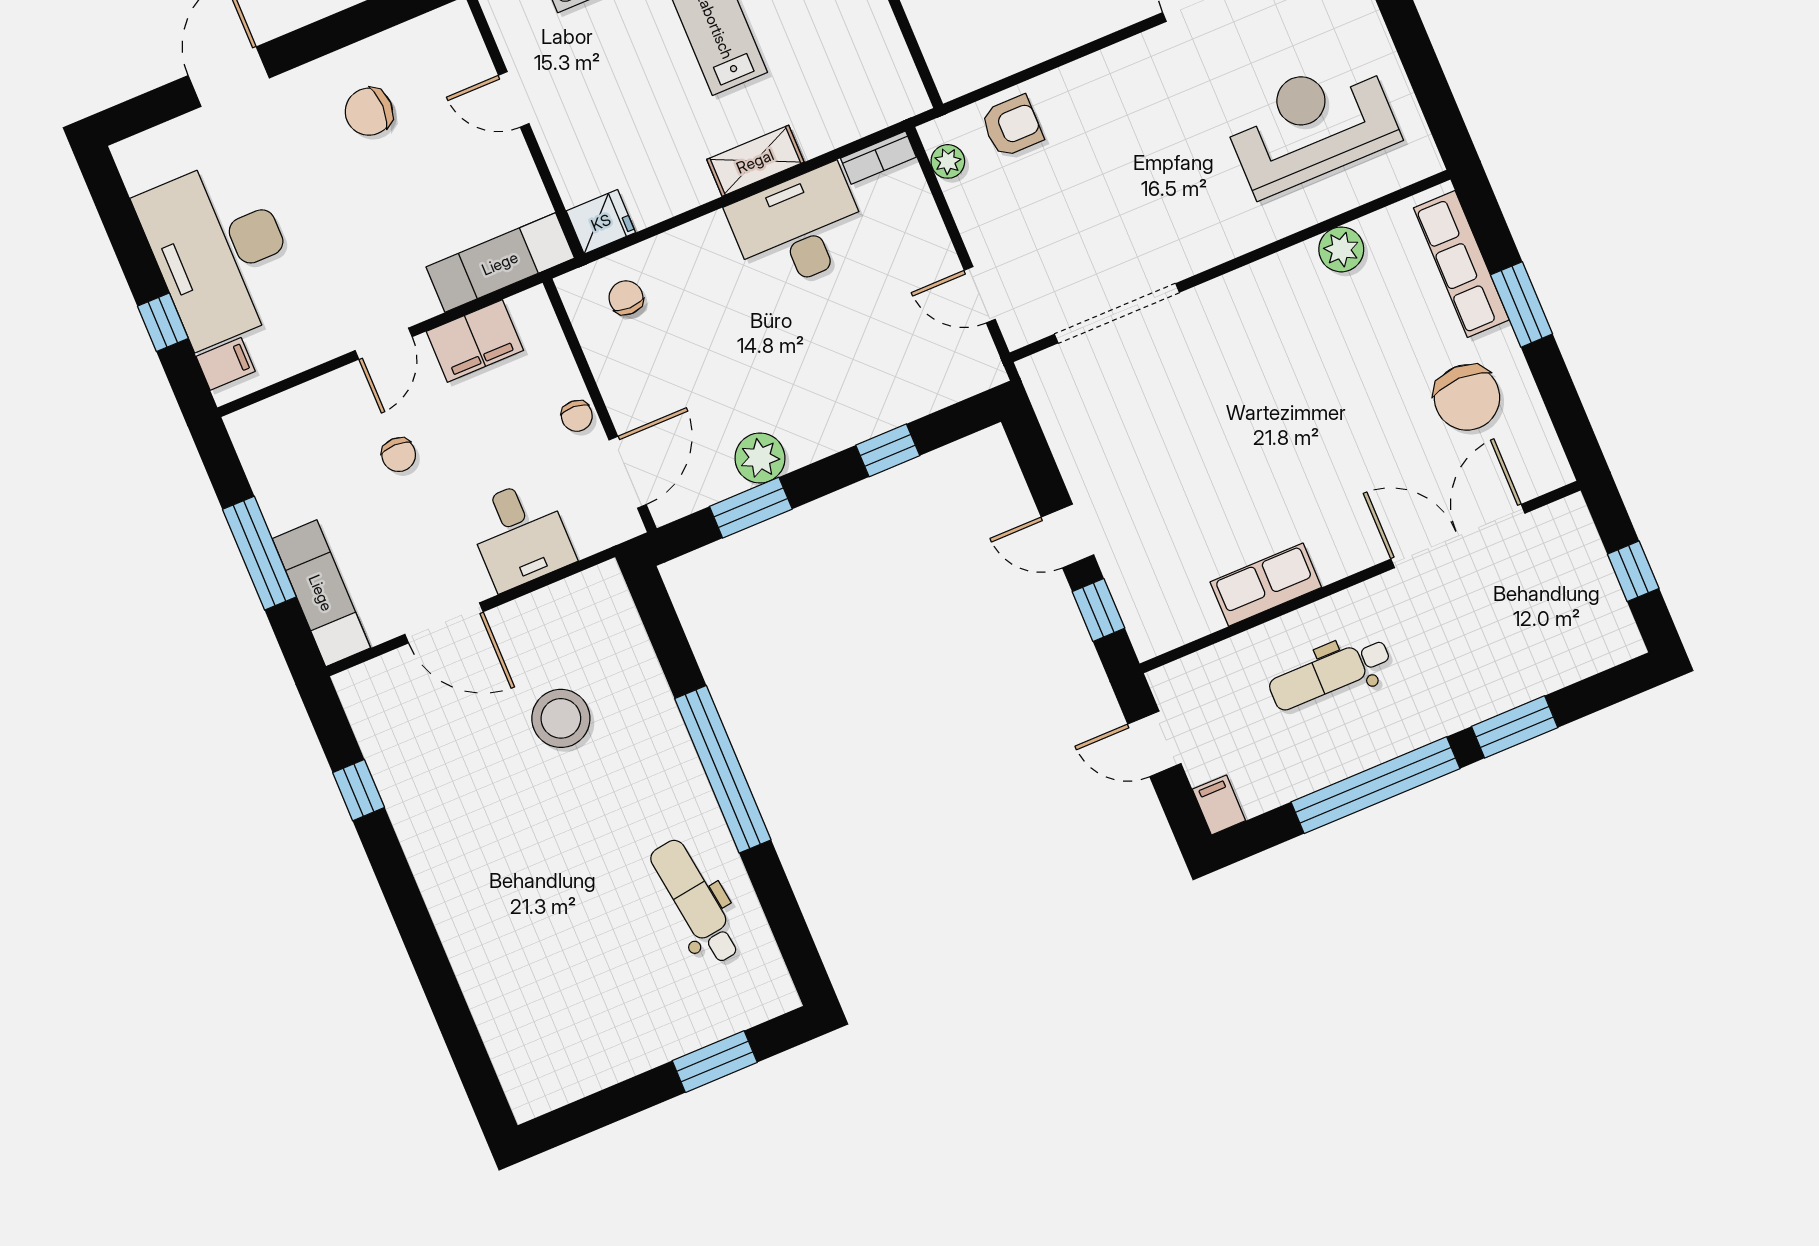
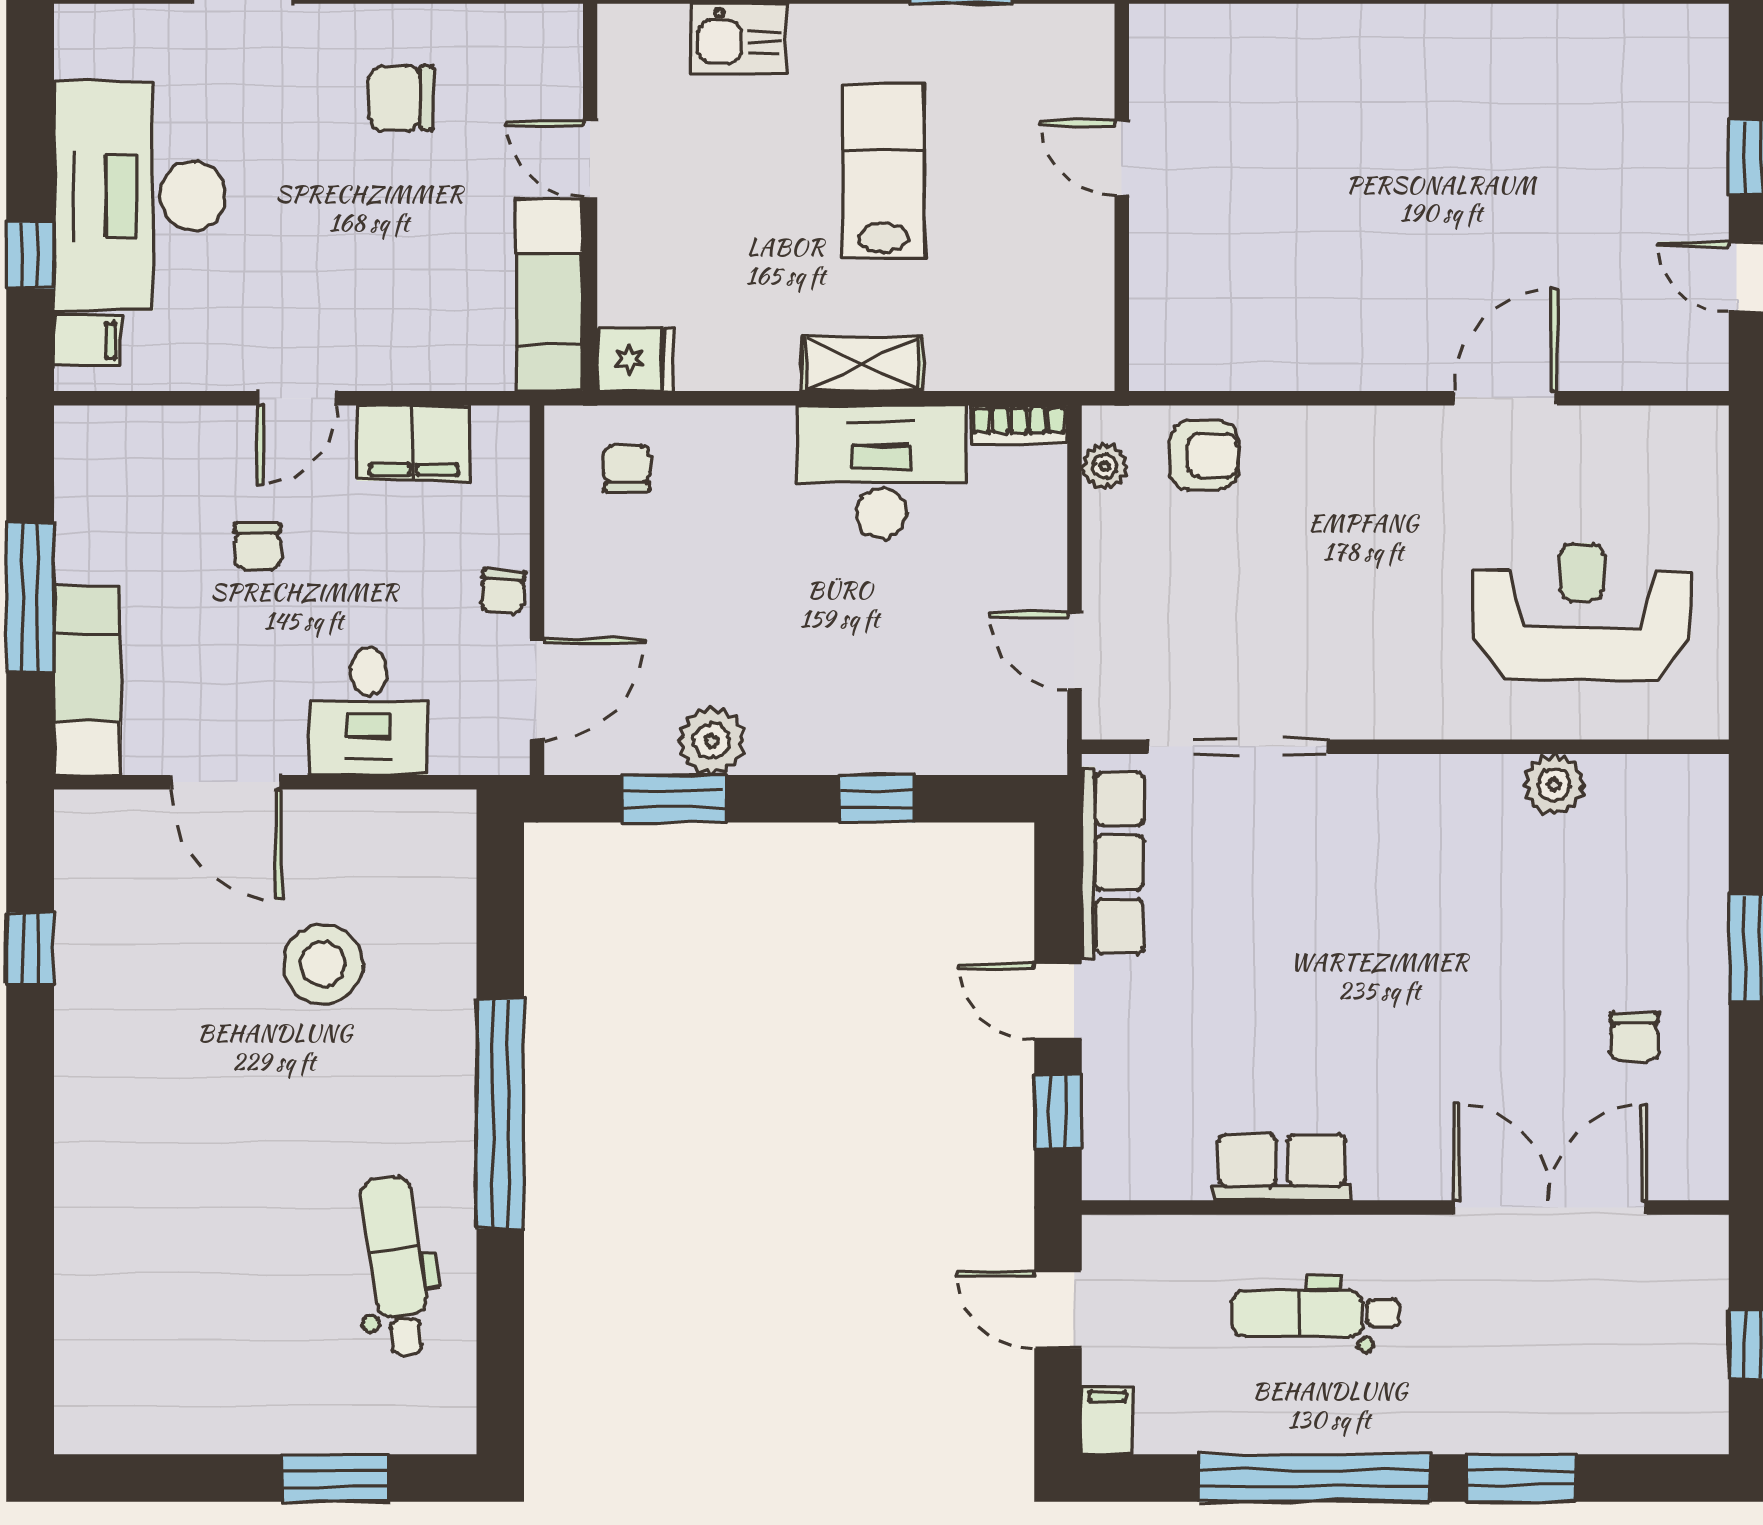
exam couch: (500, 263) -> (549, 295), moved, turned -90
row of seats: (1461, 264) -> (1113, 863), moved, turned 180
chair: (1467, 397) -> (1635, 1038), width x0.54, depth x0.54

